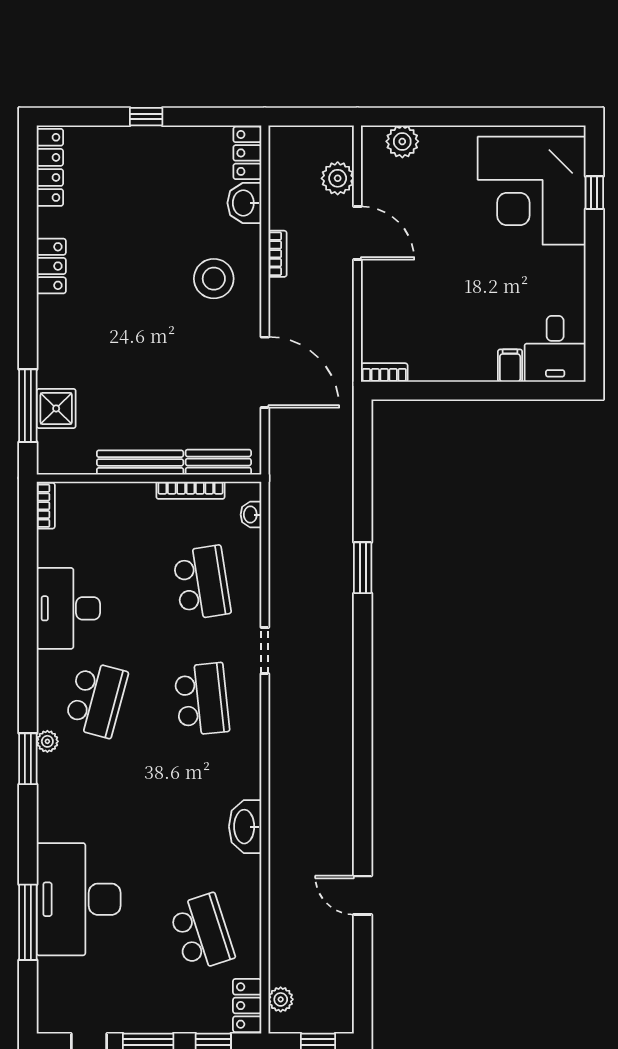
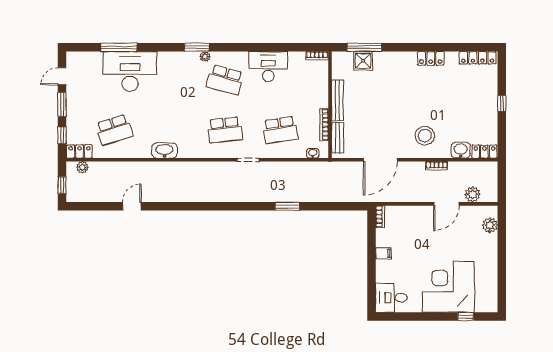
corner desk: (532, 191) -> (448, 287), moved
filing cabinet: (510, 366) -> (383, 253), moved

